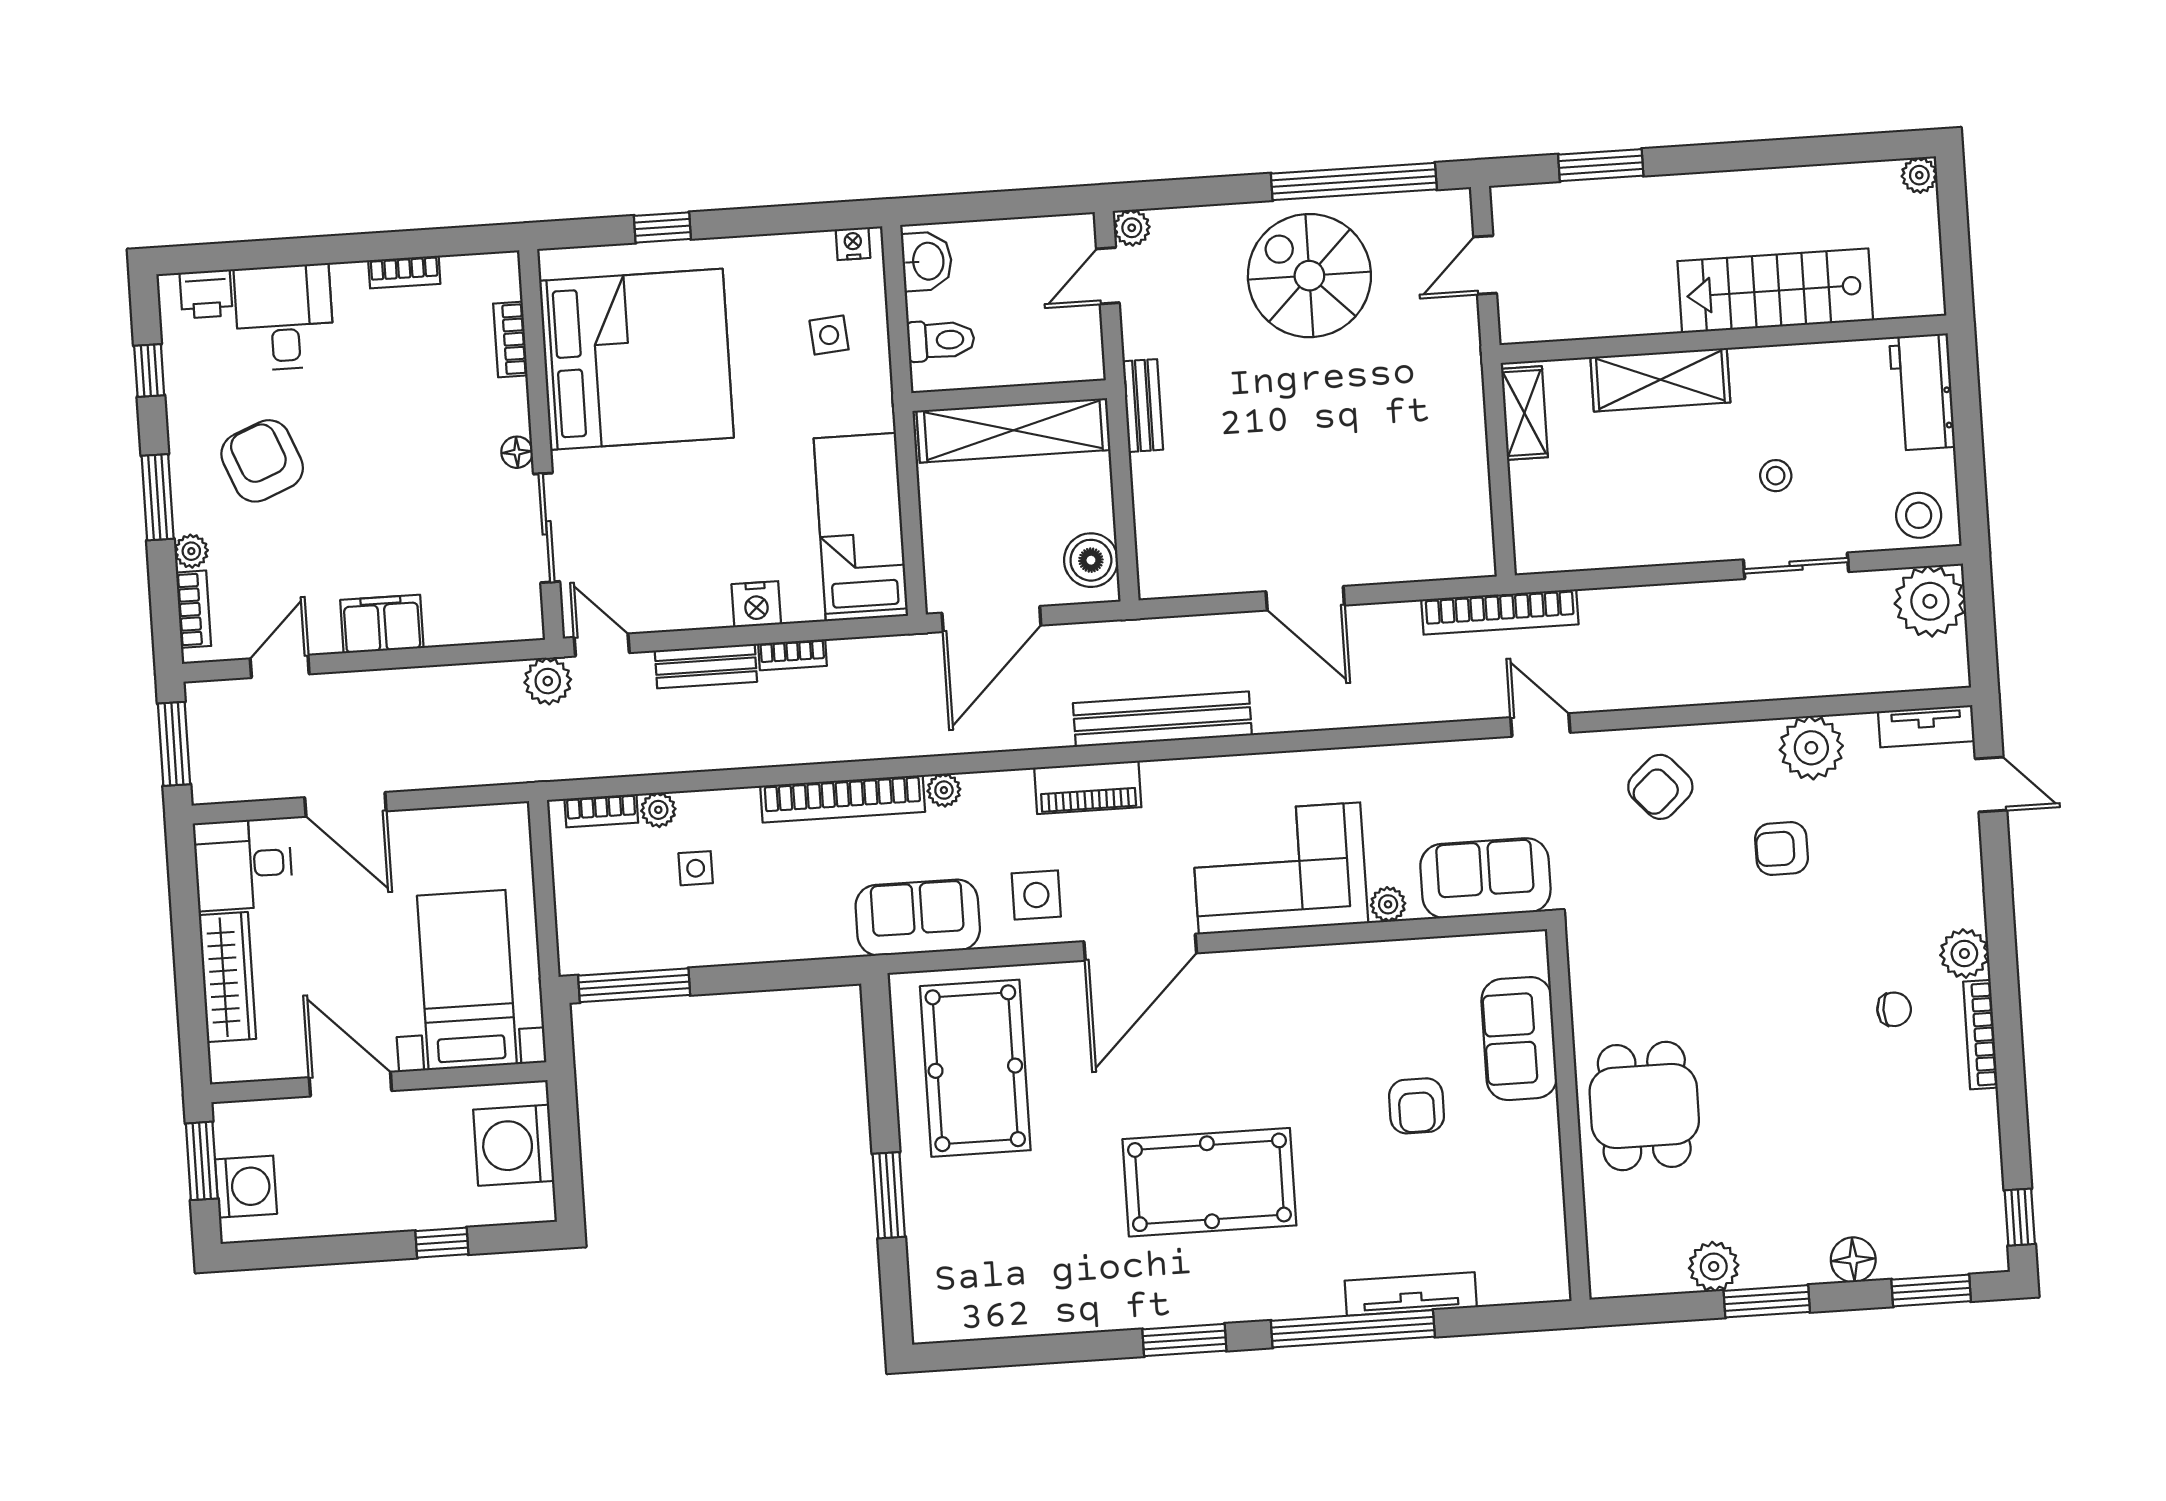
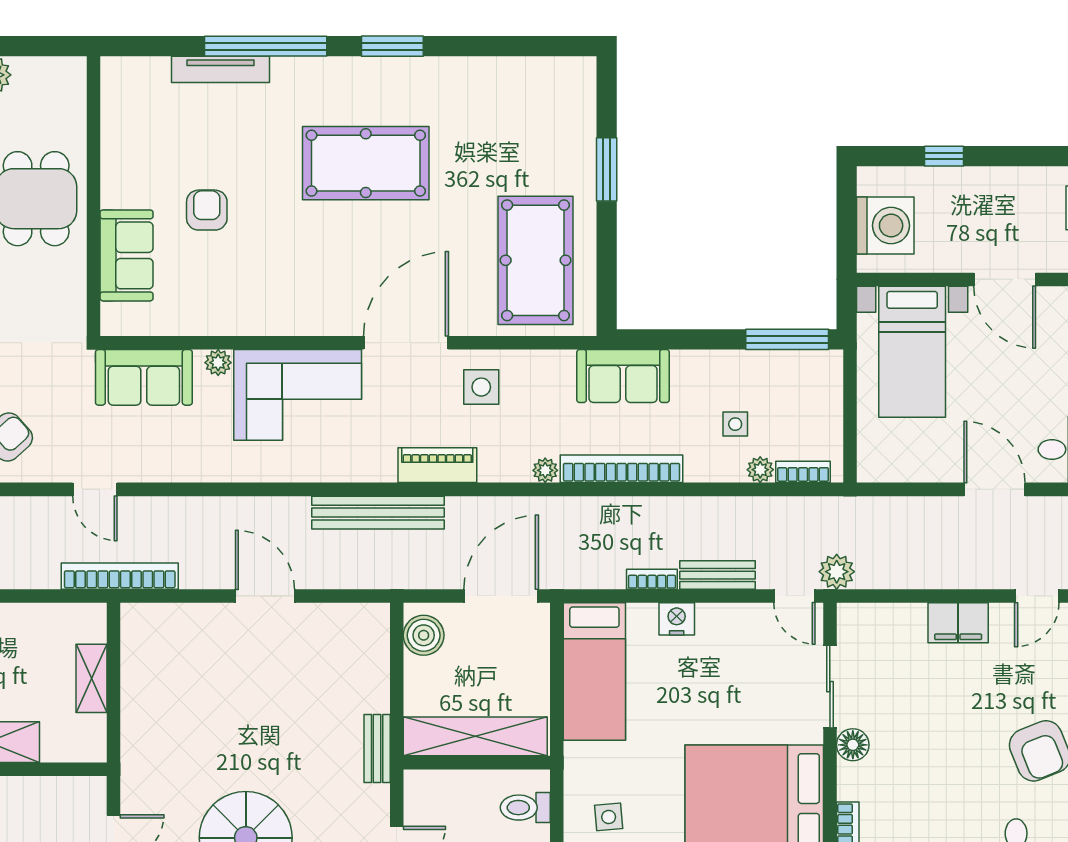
shelving: (1524, 413) -> (91, 678), moved
floor lamp: (517, 452) -> (853, 745), width x1.37, depth x1.37
sofa: (918, 918) -> (623, 376), moved

